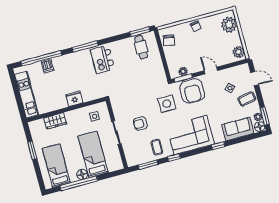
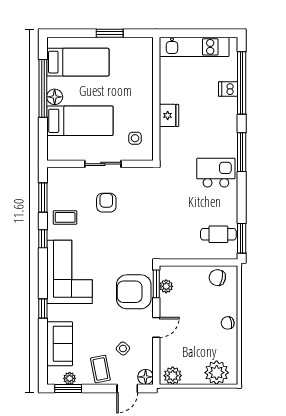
side table: (167, 104) -> (125, 249), removed
wardrobe: (55, 121) -> (144, 78), removed
floor lamp: (260, 127) -> (146, 377), moved

